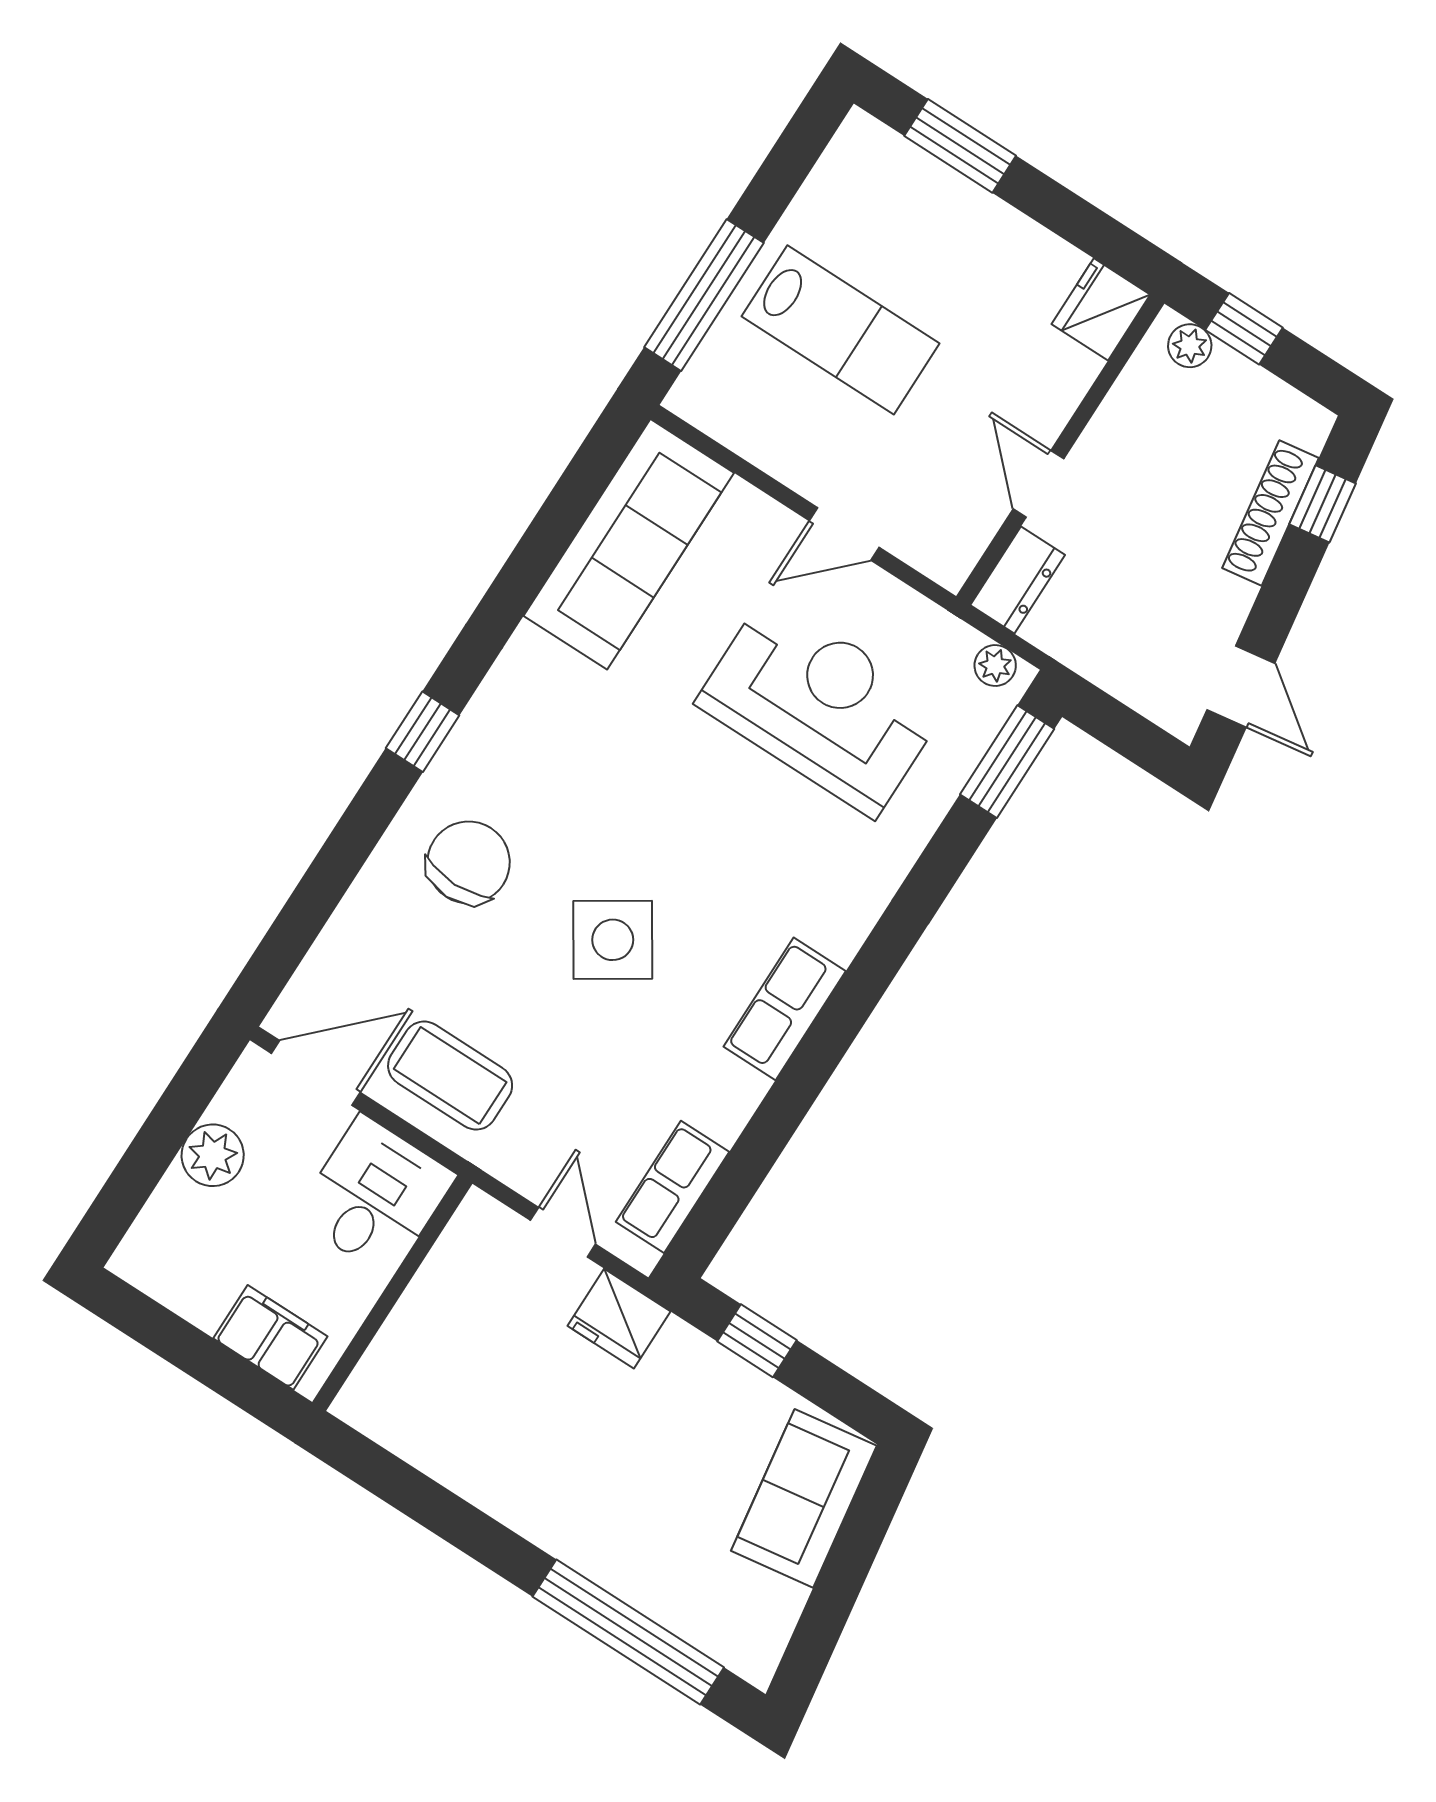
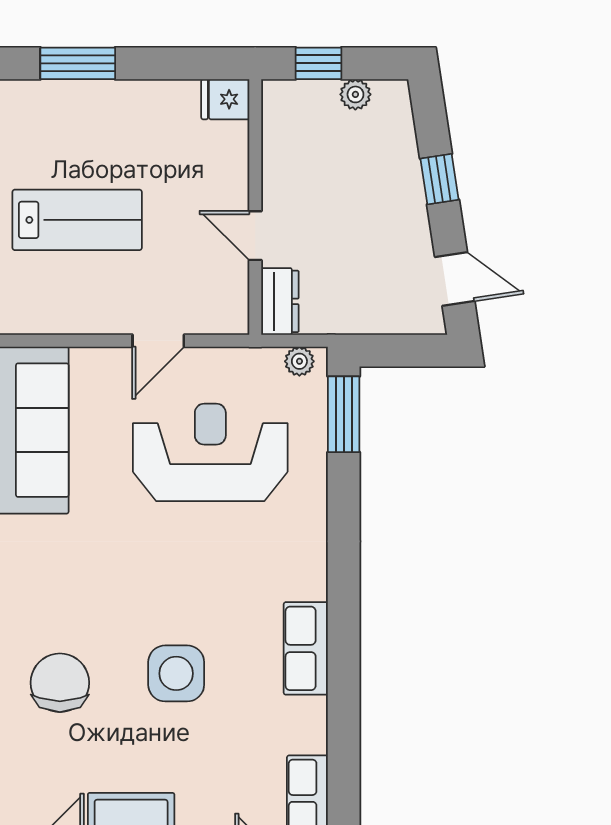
fridge: (1101, 309) -> (225, 99), width x0.72
plant: (1190, 346) -> (355, 94), moved
window: (1323, 504) -> (439, 179), moved
shoe rack: (1271, 513) -> (406, 164), removed
side table: (613, 940) -> (176, 673), turned 33

